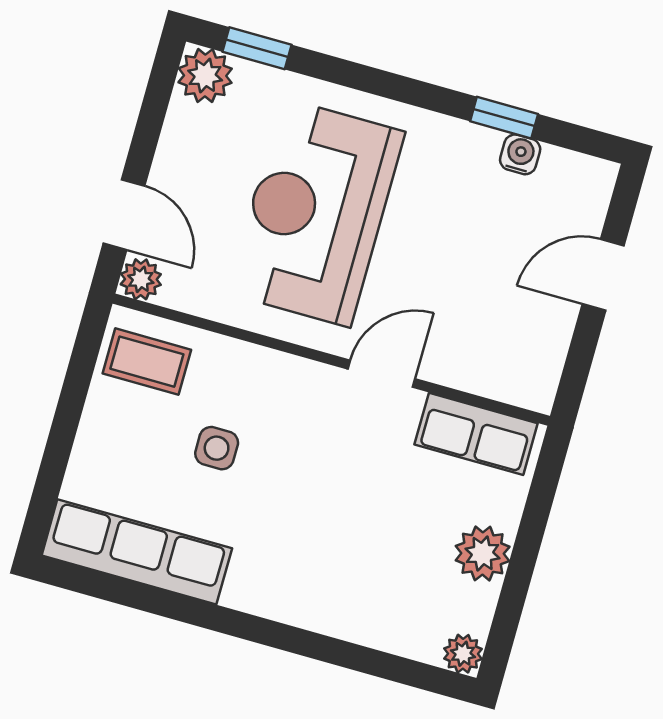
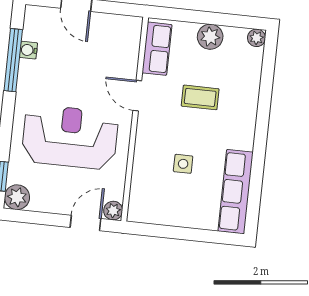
window: (504, 118) -> (13, 60), width x2.17
reception desk: (316, 213) -> (70, 137), turned 180
coffee table: (147, 362) -> (200, 97), moved, turned 90

